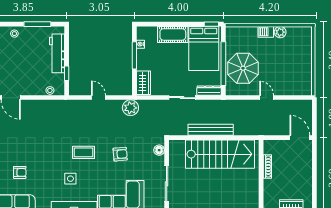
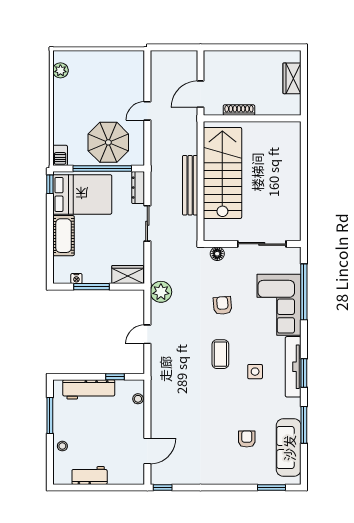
barbecue: (266, 32) -> (60, 155), moved
plant: (280, 32) -> (60, 70), moved
door: (300, 138) -> (200, 94), moved

